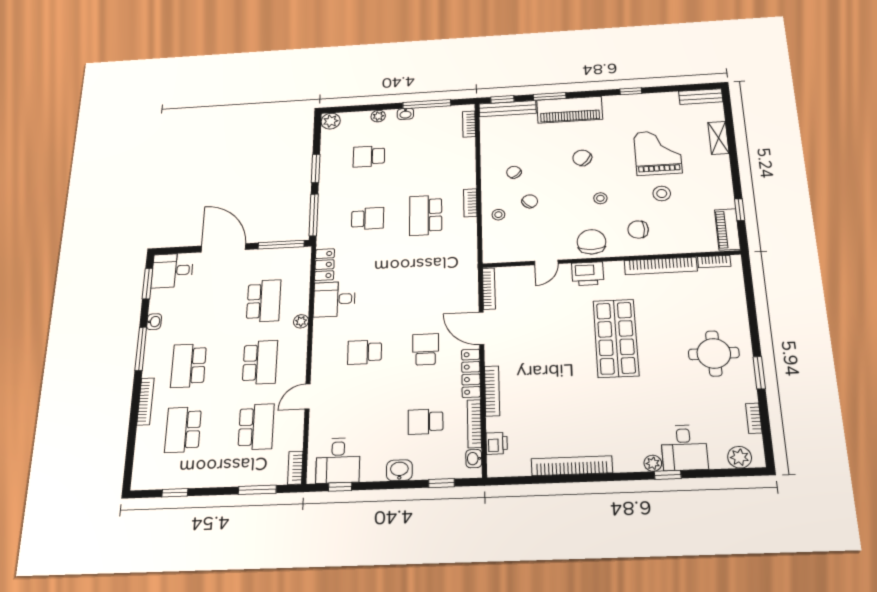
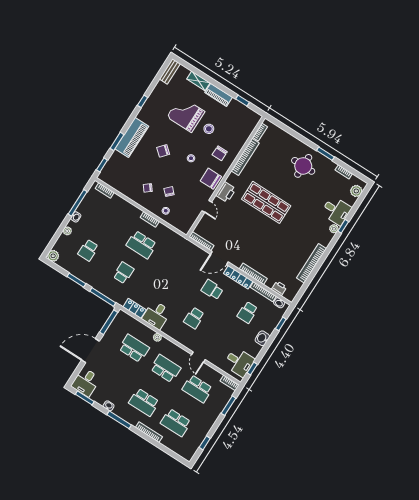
bench: (507, 109) -> (109, 166), removed
piano: (727, 229) -> (219, 95), moved
school desk: (256, 427) -> (197, 389), turned 180

